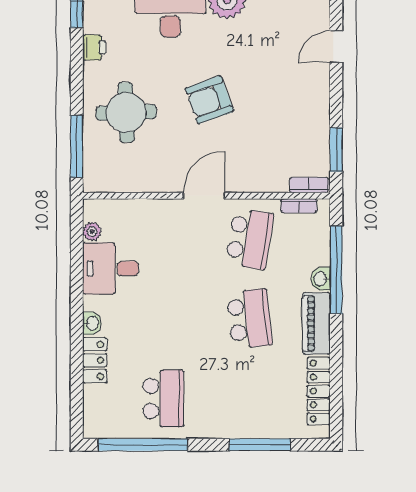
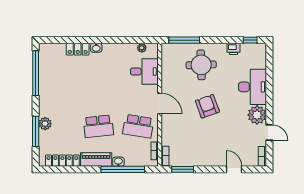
desk: (111, 269) -> (144, 71), moved, turned 90
school desk: (163, 398) -> (59, 83), removed
plant: (244, 426) -> (45, 124), added

